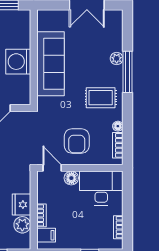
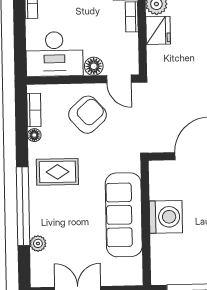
plant: (117, 59) -> (38, 243), moved
window: (128, 72) -> (23, 206), width x1.46
armchair: (77, 141) -> (87, 115), turned 48

